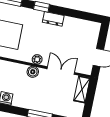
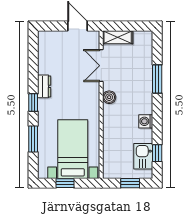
plant: (37, 59) -> (94, 95), removed

